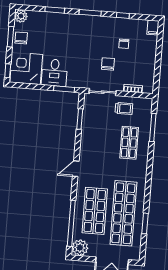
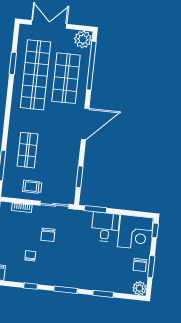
door: (76, 169) -> (85, 124), width x1.88

